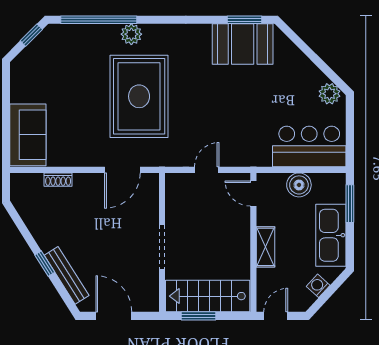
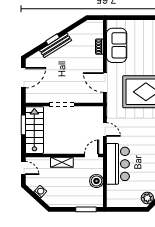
sofa: (28, 135) -> (117, 45), moved, turned -90
bar counter: (309, 146) -> (118, 164), moved
kitchen sink: (331, 235) -> (68, 199), removed
bench: (67, 275) -> (56, 45), moved

